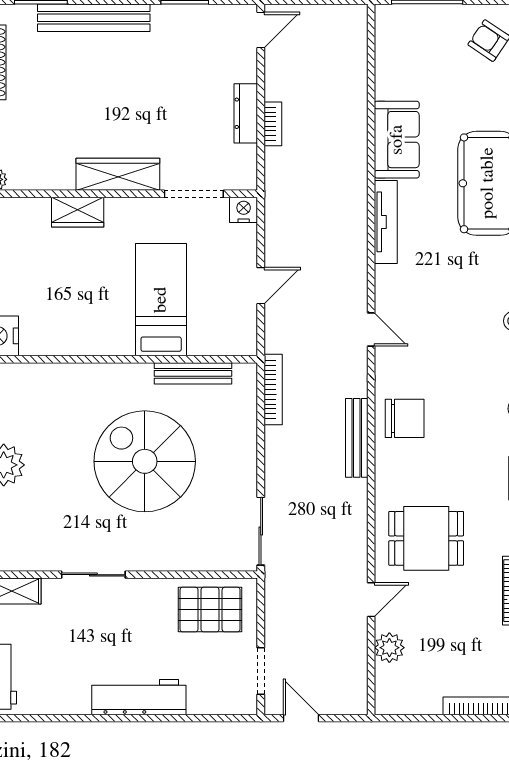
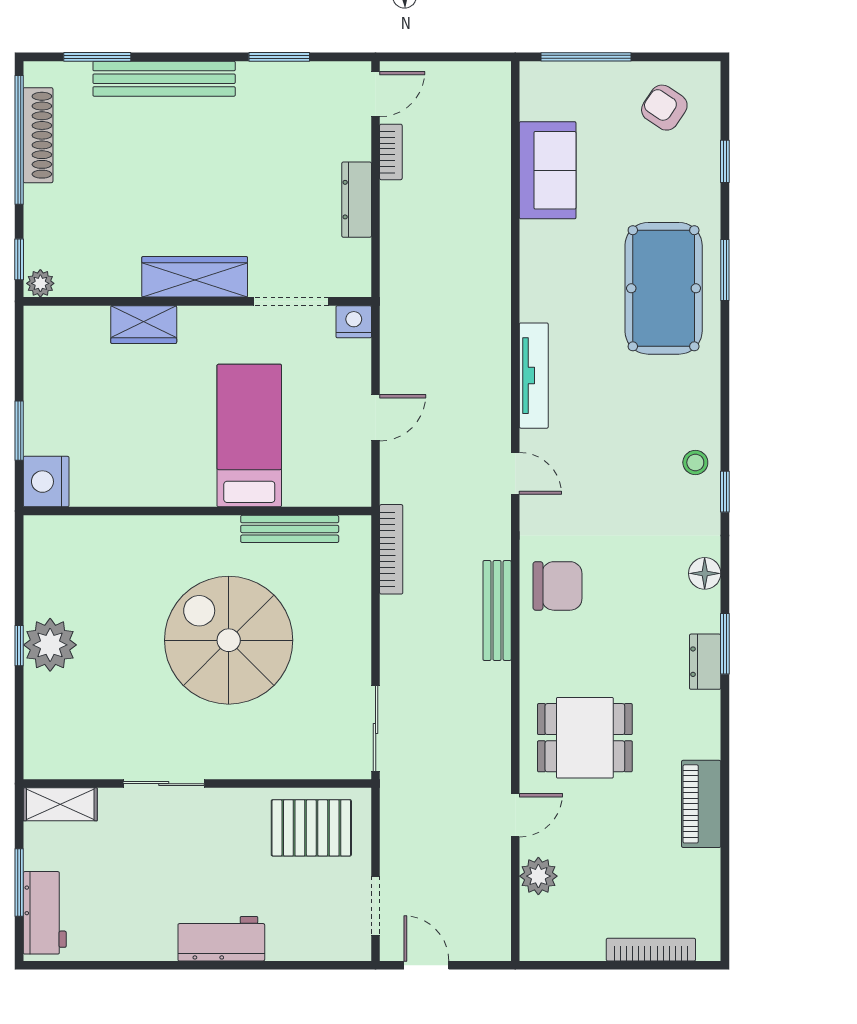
bookcase: (273, 124) -> (391, 152), moved
sofa: (397, 140) -> (548, 170), moved
tv unit: (386, 222) -> (534, 376), moved
workbench: (139, 697) -> (221, 939), width x0.73

